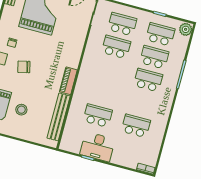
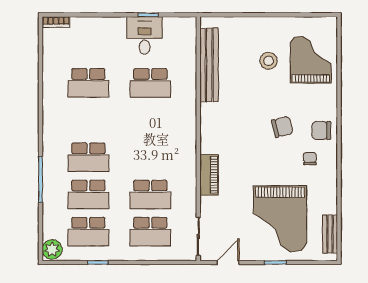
piano: (68, 81) -> (209, 175), moved
desk: (97, 147) -> (145, 35), width x0.73

